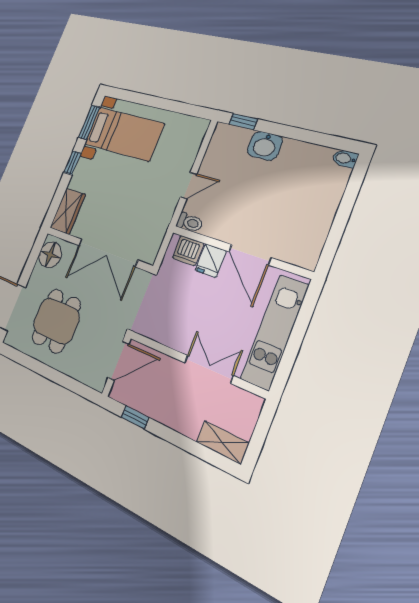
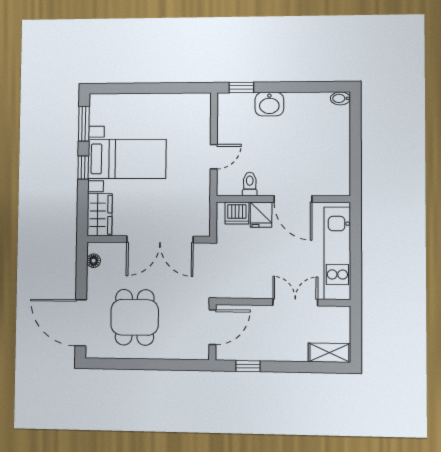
bed with nightstands: (124, 134) -> (127, 159), moved
toilet: (190, 222) -> (250, 184), moved, turned -90
floor lamp: (50, 255) -> (94, 261), width x0.53, depth x0.53

